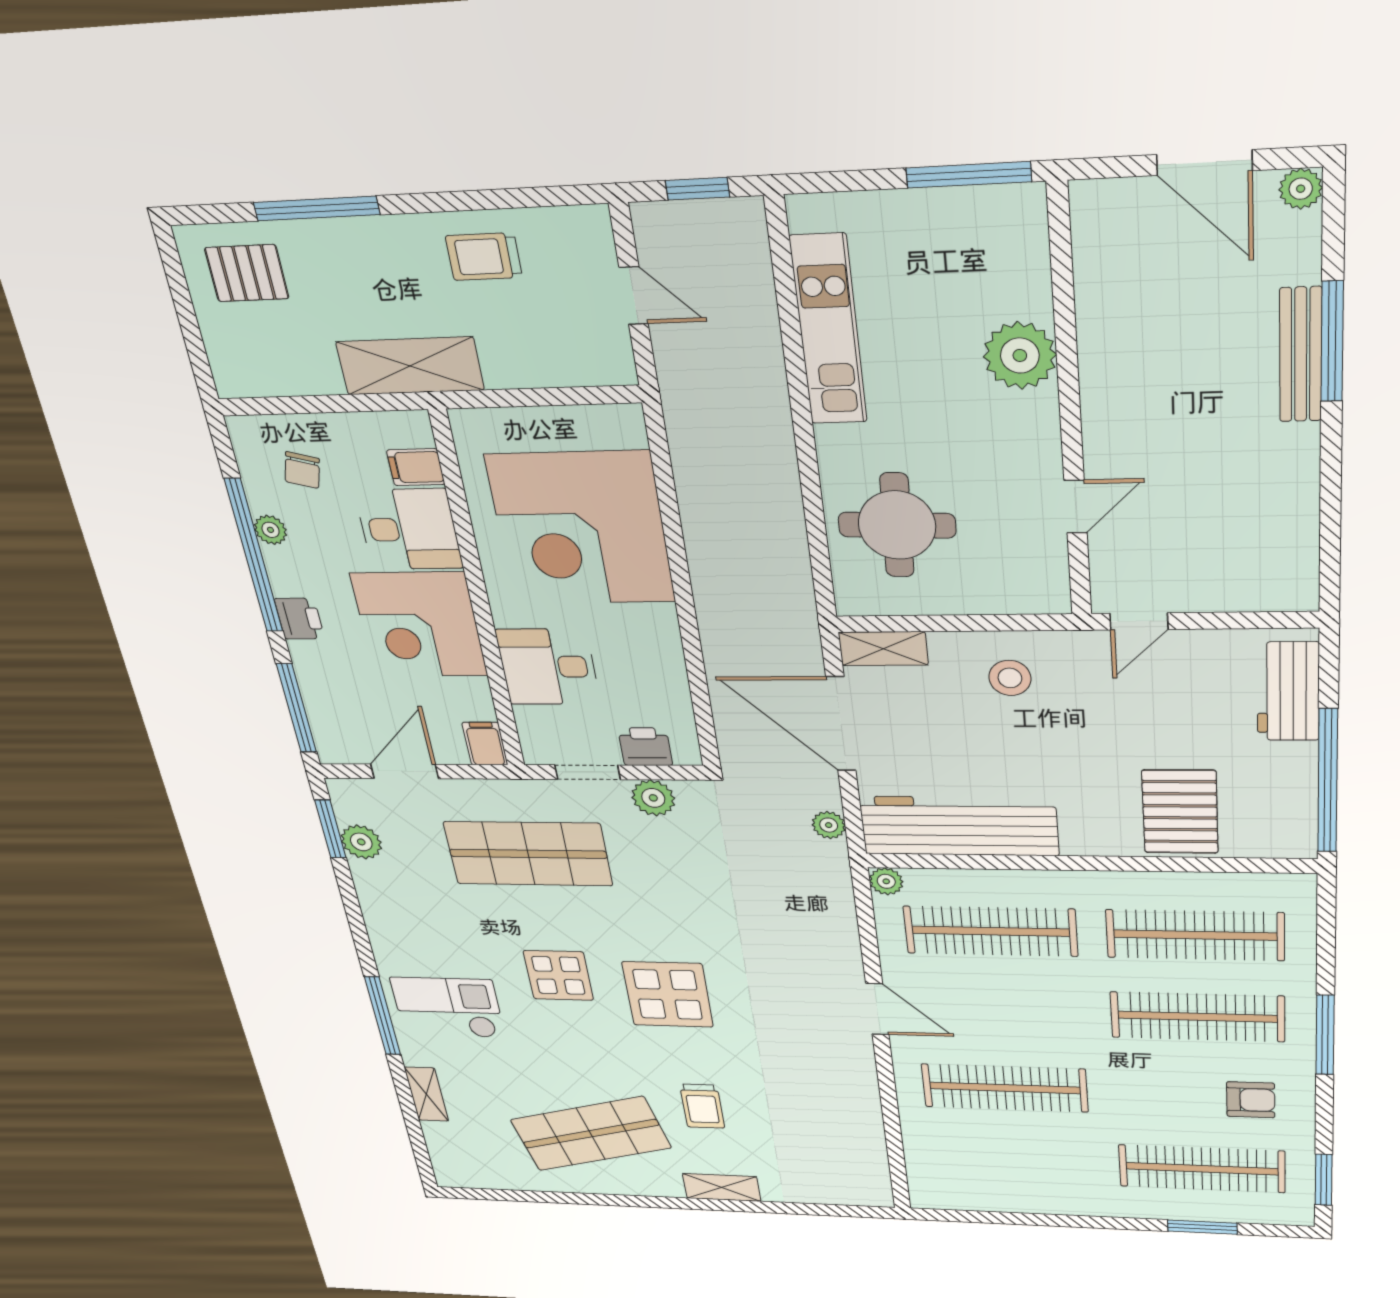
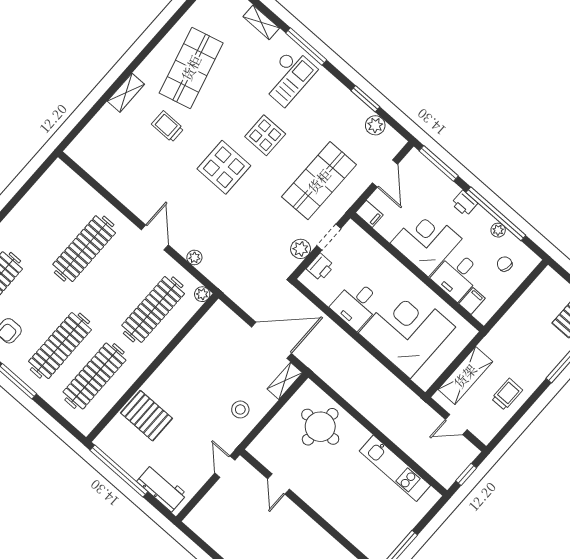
plant: (1020, 355) -> (338, 513), removed
shelving: (410, 366) -> (465, 376), moved
desk: (548, 667) -> (356, 304), moved, turned 180
plant: (829, 825) -> (194, 257), moved
workbench: (959, 826) -> (202, 340), removed
window: (330, 829) -> (365, 99), moved
door: (877, 1009) -> (155, 237), swing flipped

